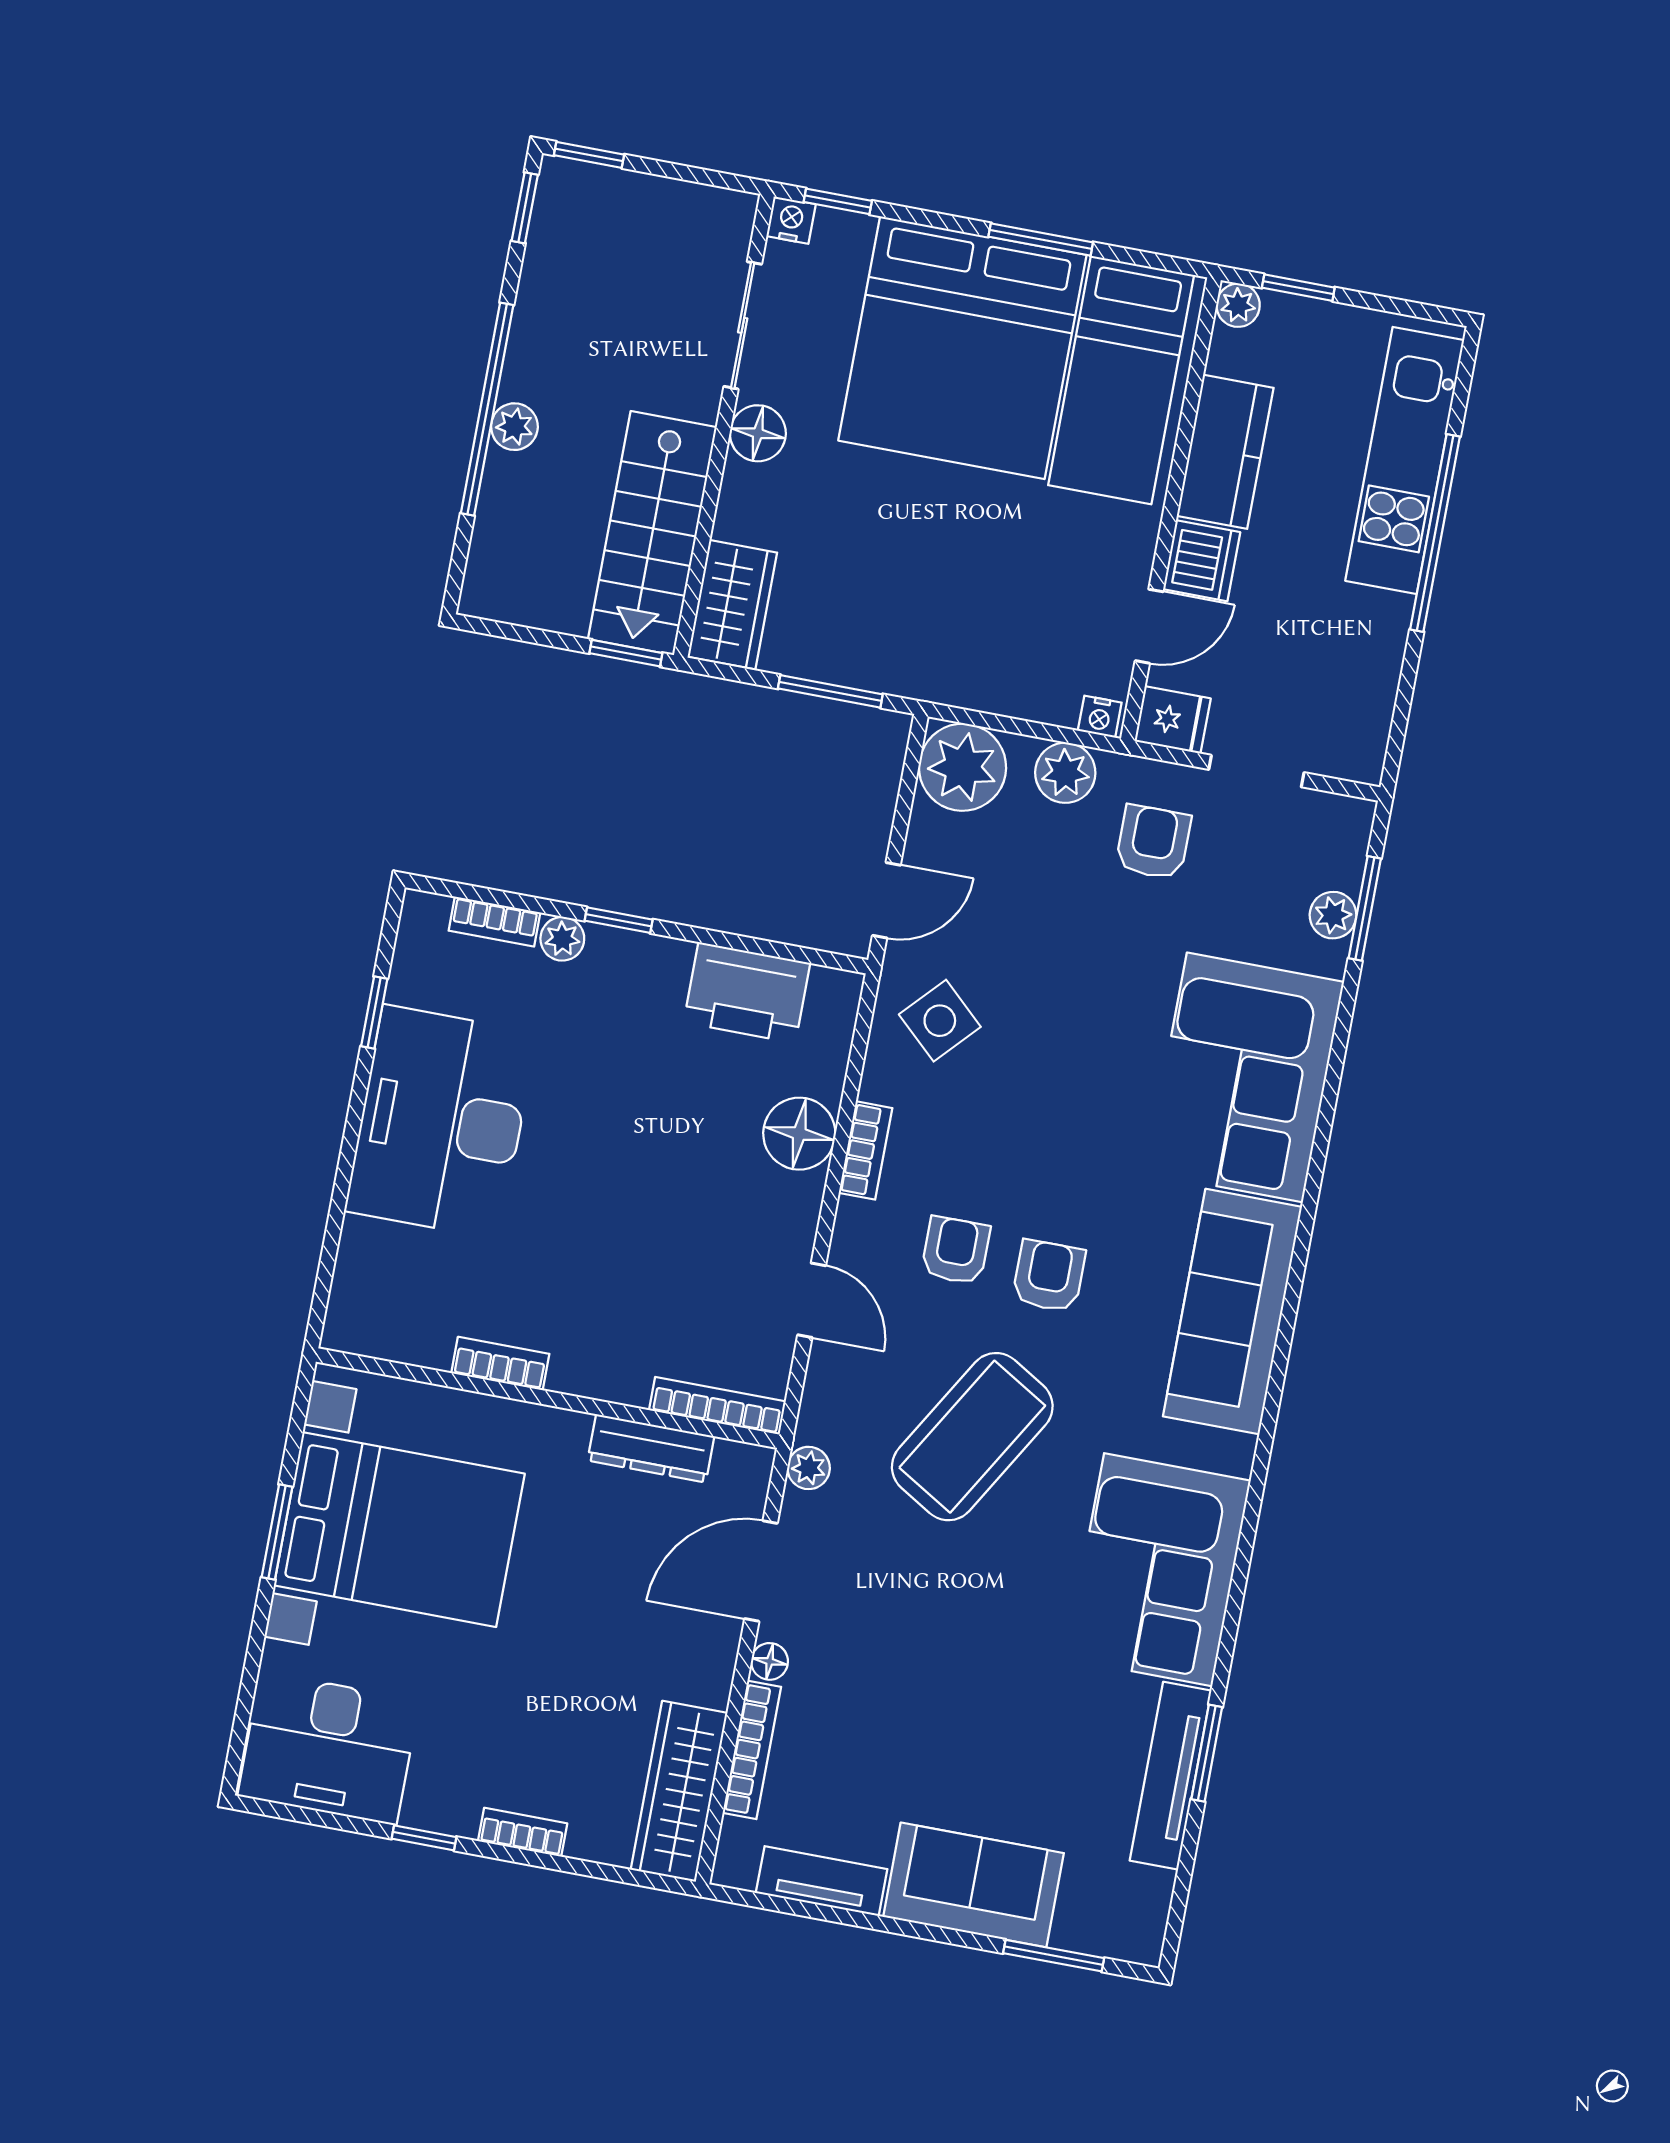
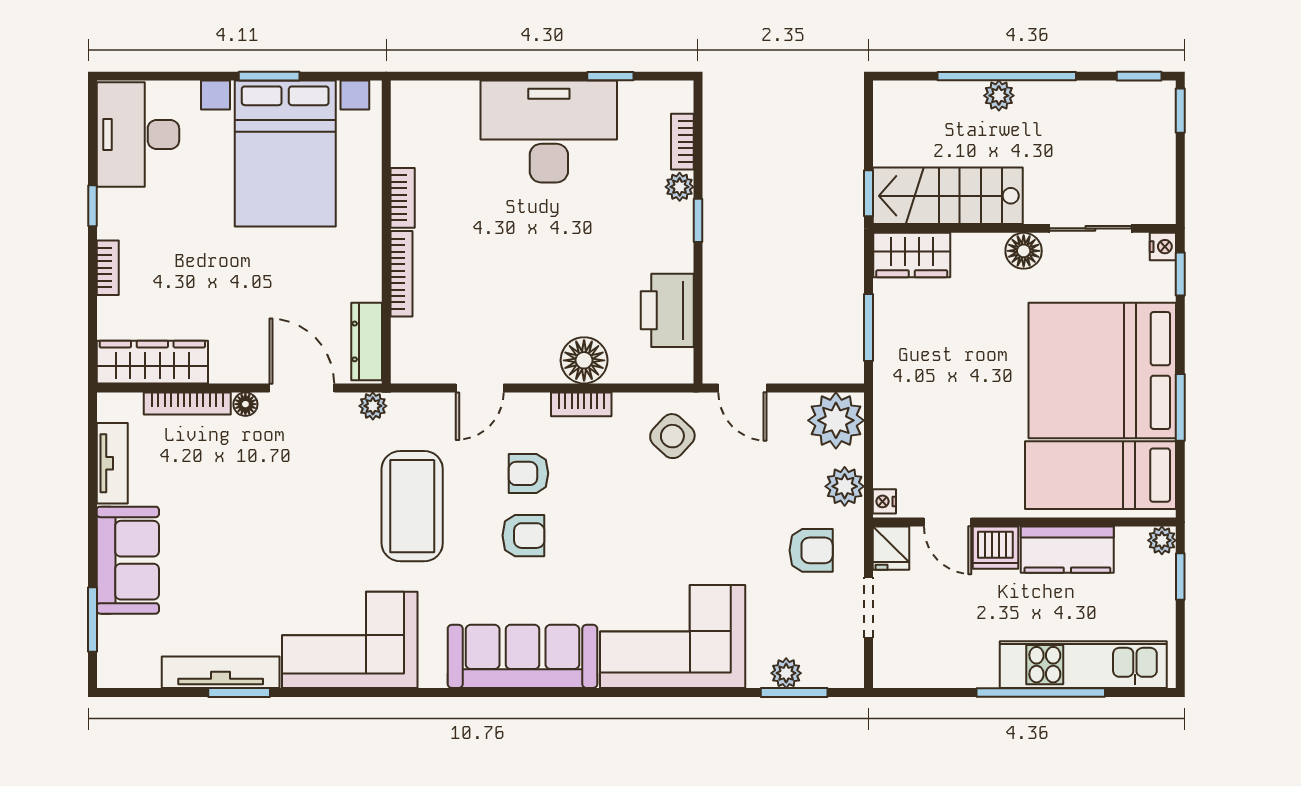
armchair: (956, 1250) -> (528, 473), turned 180
bookcase: (717, 1406) -> (401, 274), moved
coffee table: (972, 1437) -> (412, 506), turned 59
dresser: (651, 1448) -> (367, 341), moved

